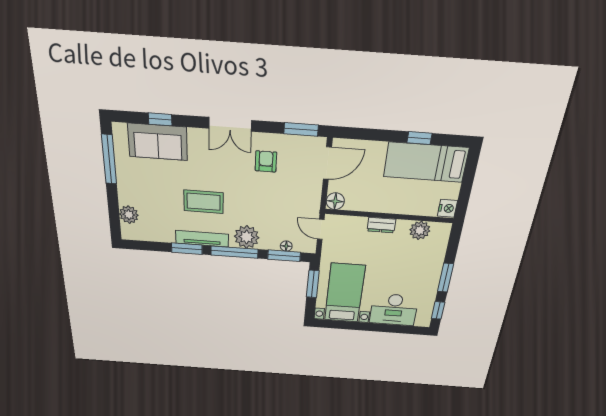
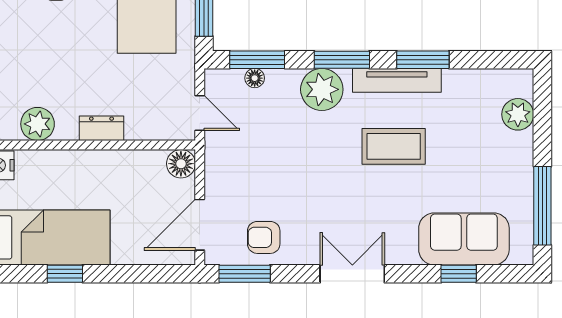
armchair: (266, 161) -> (264, 237), moved, turned 90
window: (234, 252) -> (342, 60), width x0.69

